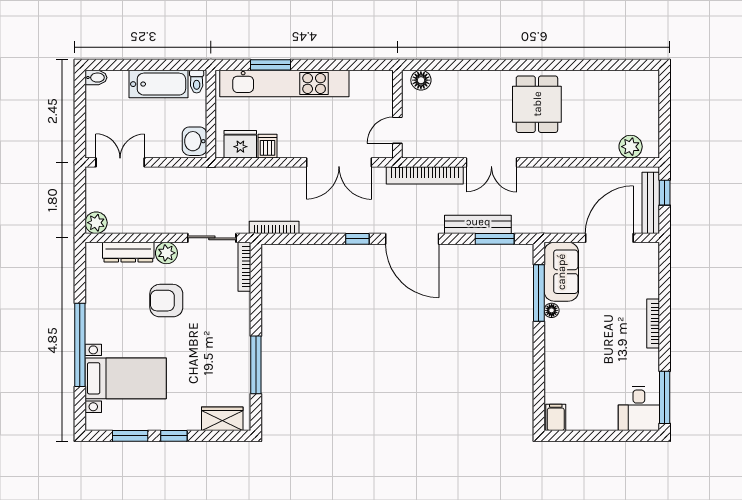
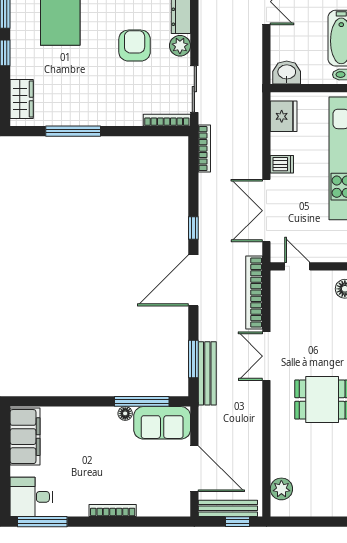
dishwasher: (267, 146) -> (282, 164), moved
bench: (478, 224) -> (207, 373), moved
filing cabinet: (556, 417) -> (25, 437), width x3.00, depth x1.17

